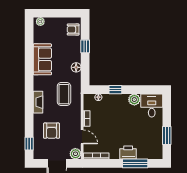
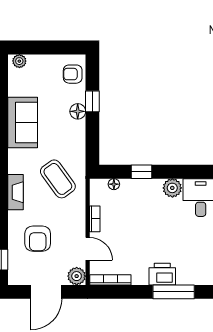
floor lamp: (76, 67) -> (78, 111), moved
coffee table: (64, 94) -> (58, 179), turned -36

